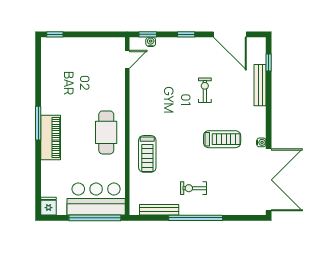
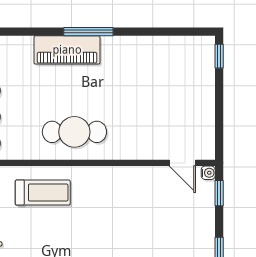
water cooler: (151, 42) -> (208, 173), moved
treadmill: (147, 154) -> (43, 193), turned 180

